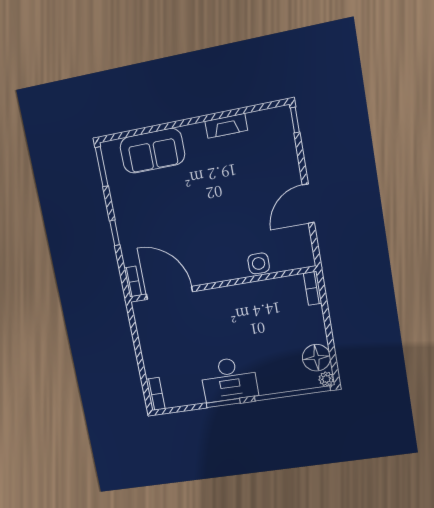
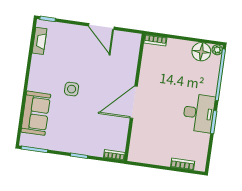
fireplace: (226, 126) -> (40, 41), moved
side table: (259, 263) -> (72, 89), moved
door: (169, 293) -> (134, 102), moved
bookcase: (156, 394) -> (183, 164), moved

